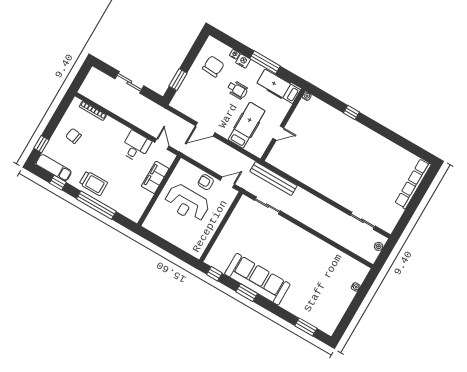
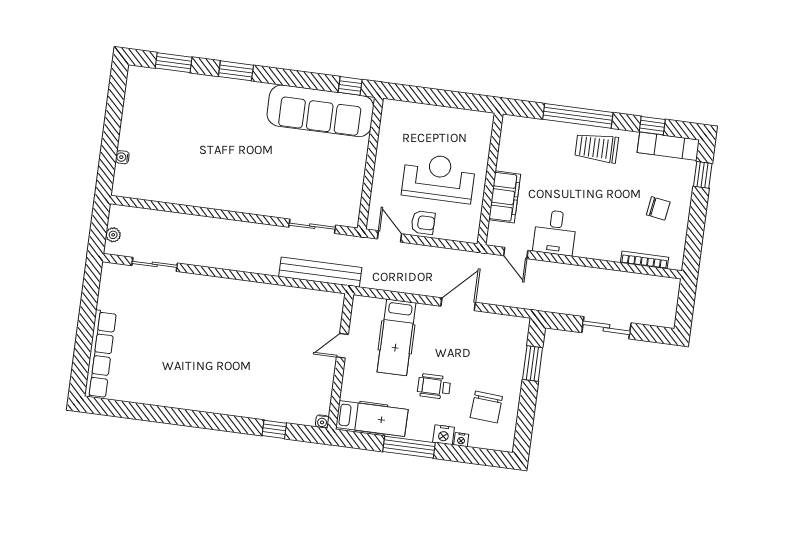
window: (351, 112) -> (274, 429), moved
door: (227, 182) -> (389, 236), swing flipped
sofa: (257, 279) -> (320, 111), moved
window: (247, 293) -> (236, 71), moved

